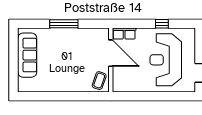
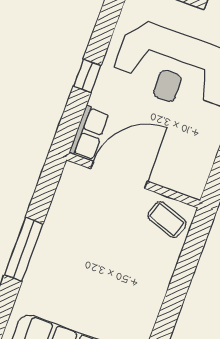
window: (162, 24) -> (87, 76), moved

